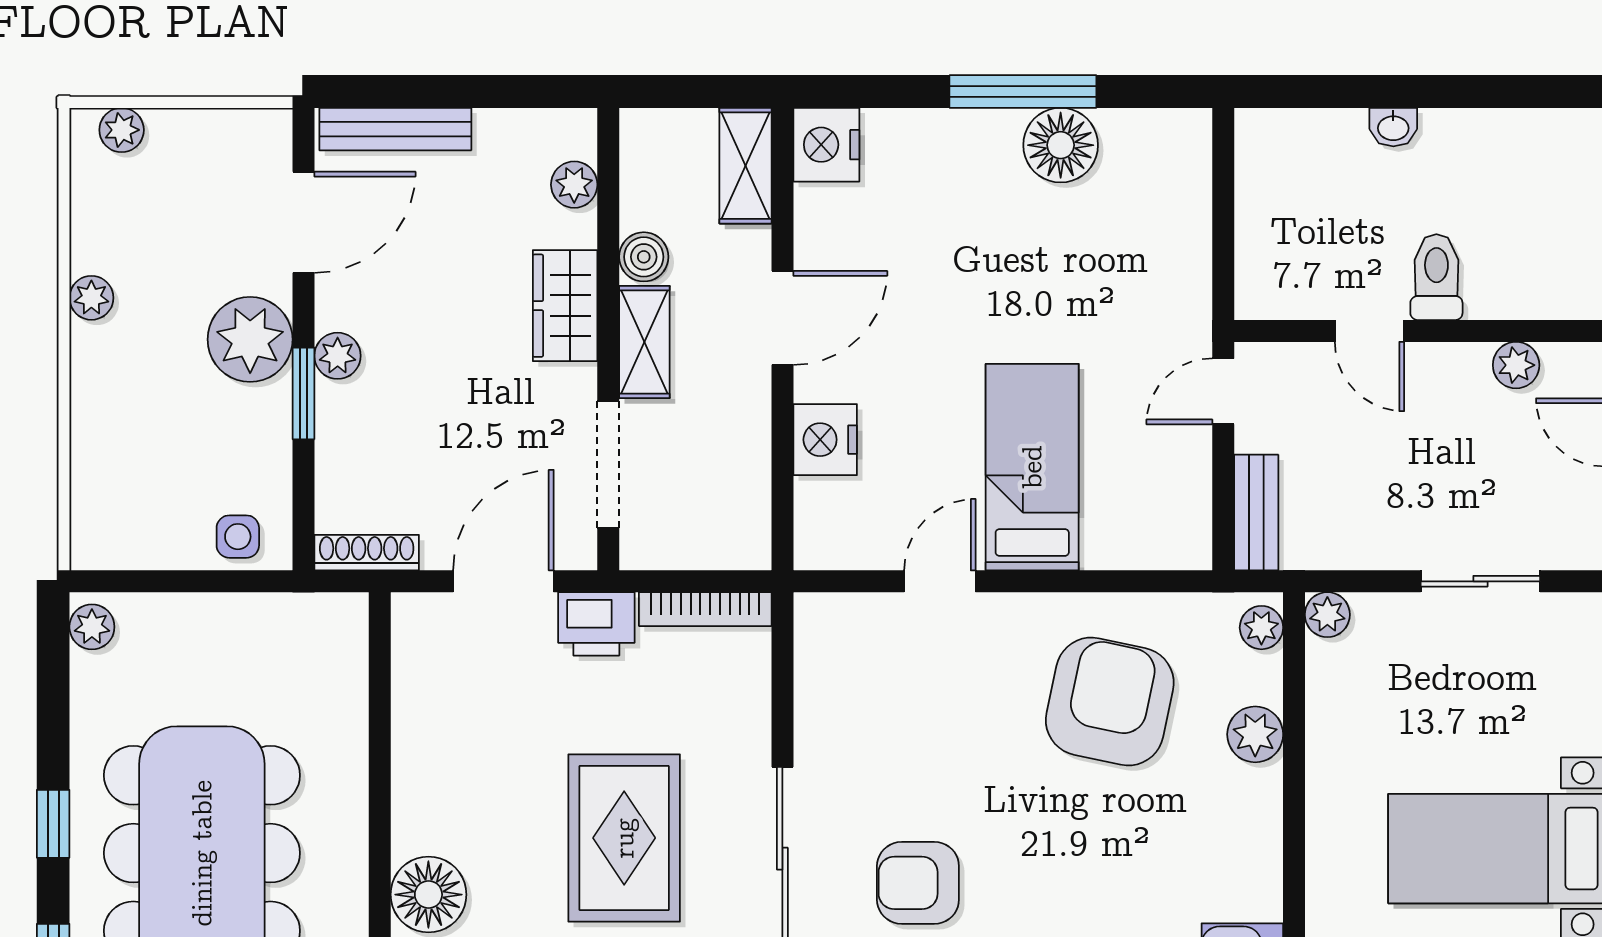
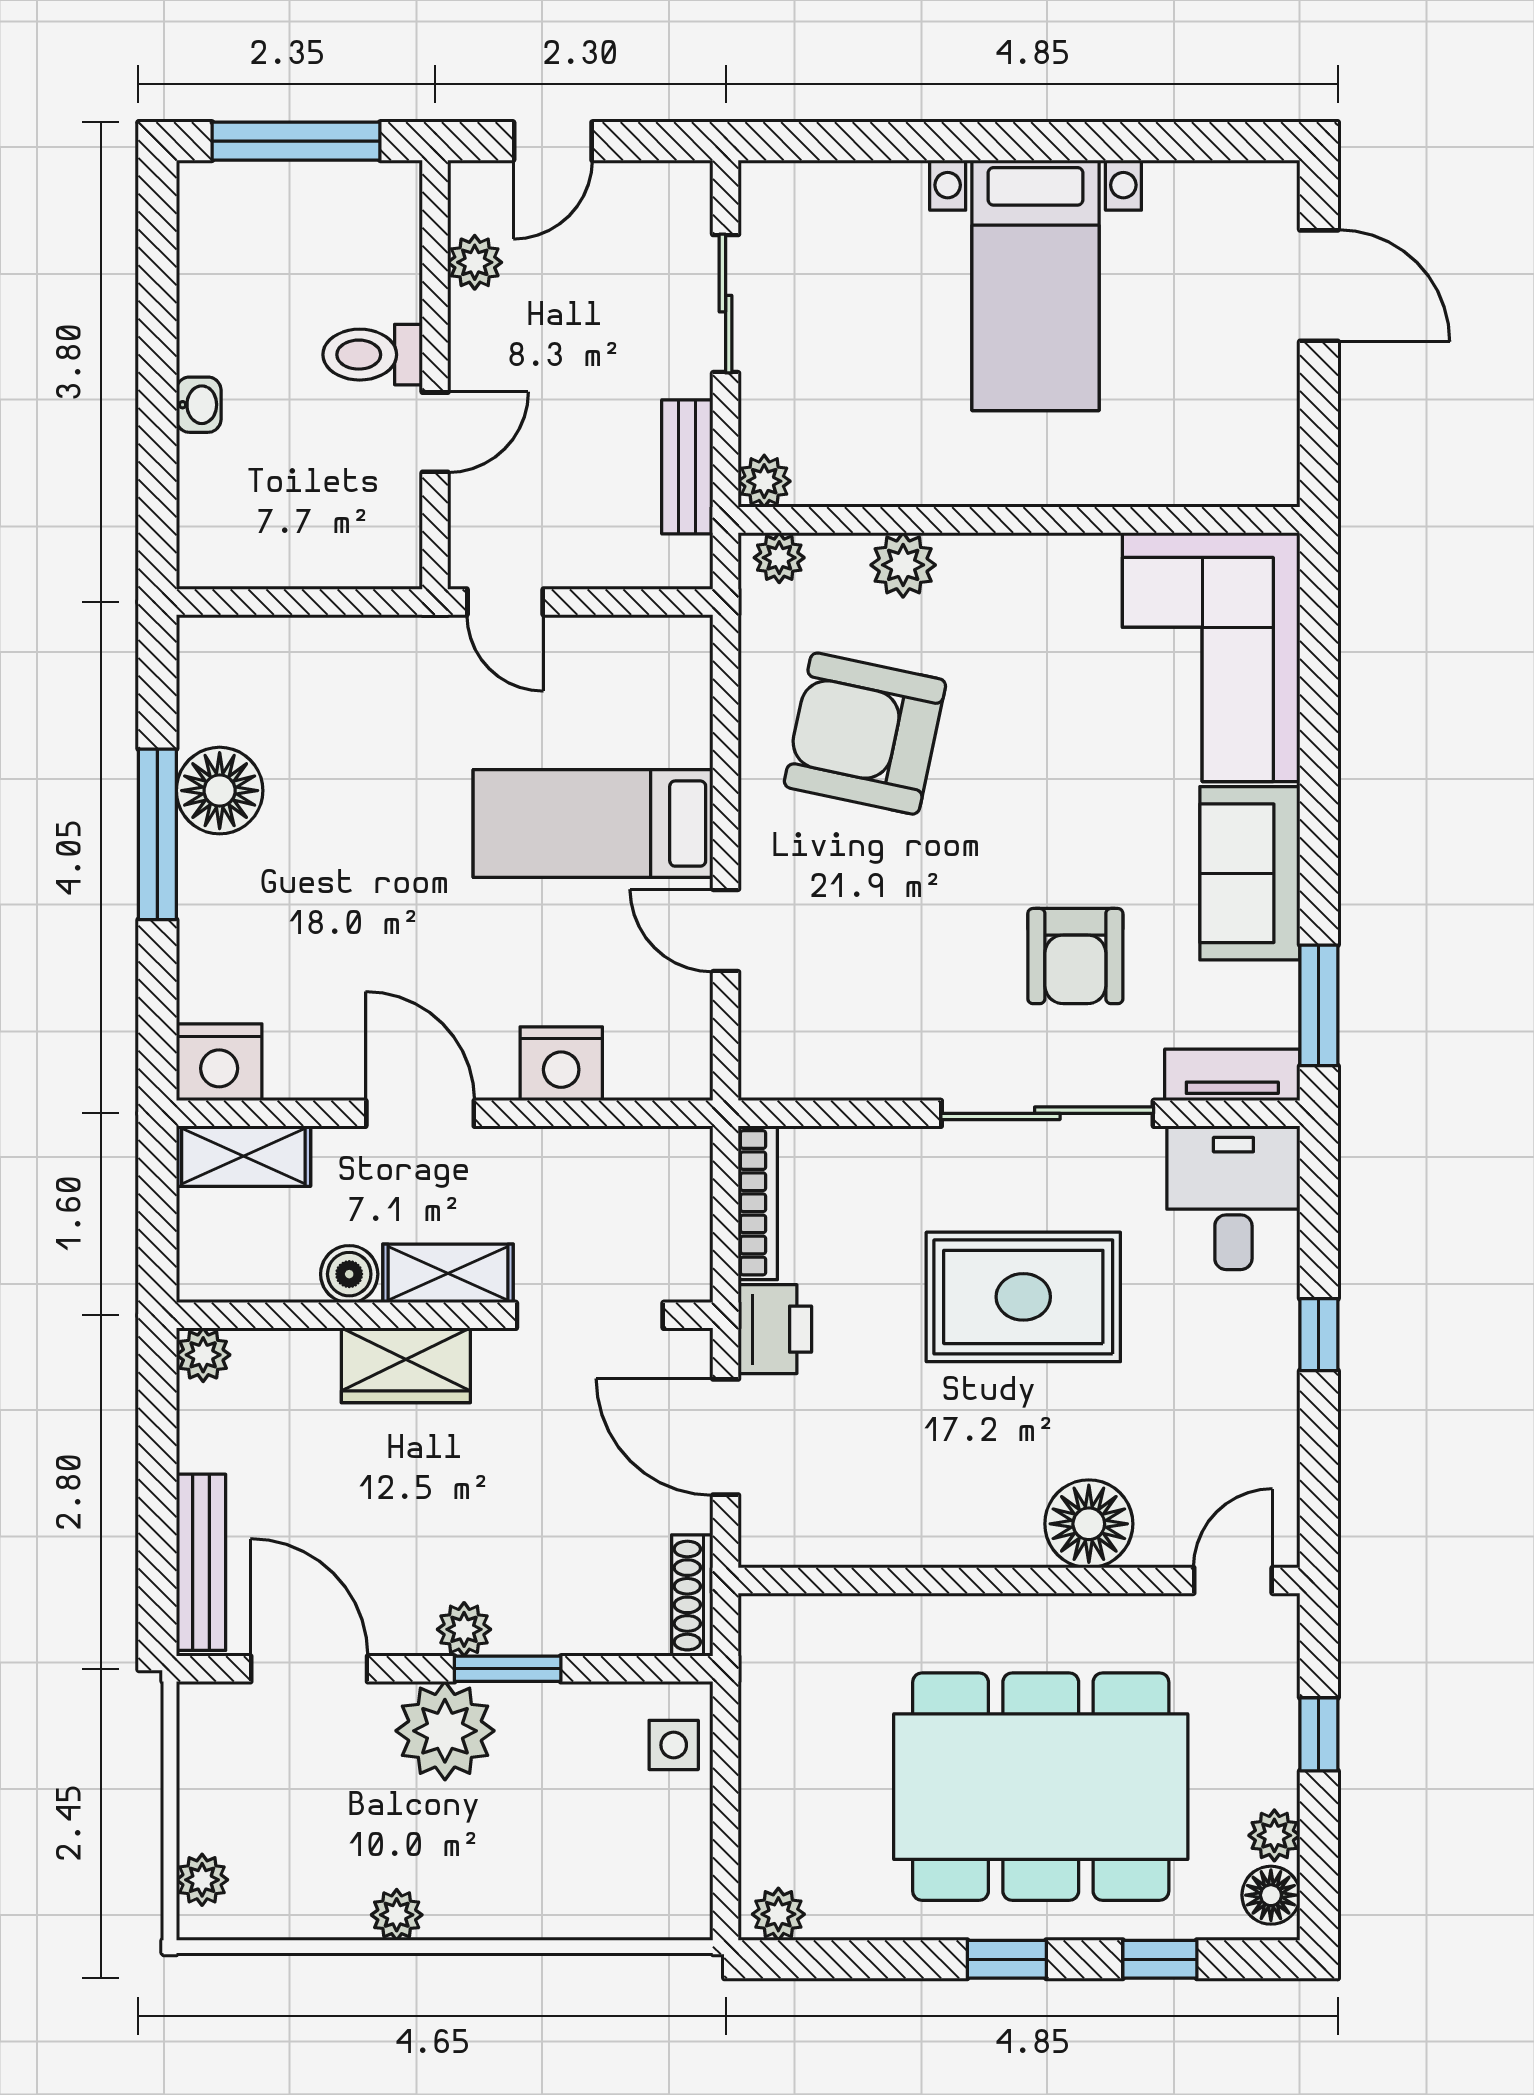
plant: (574, 185) -> (203, 1355), moved
bench: (1256, 513) -> (687, 467), moved, turned 90

